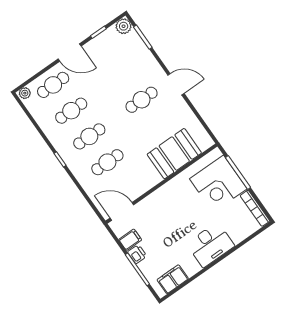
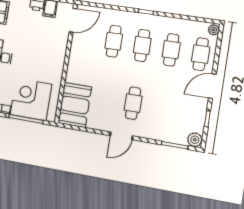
booth: (174, 154) -> (75, 105), moved

